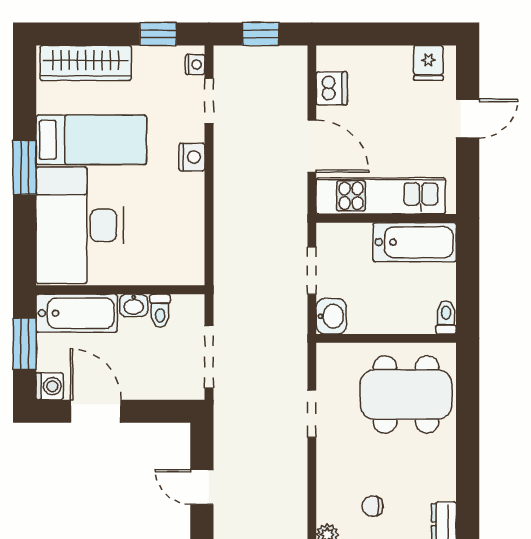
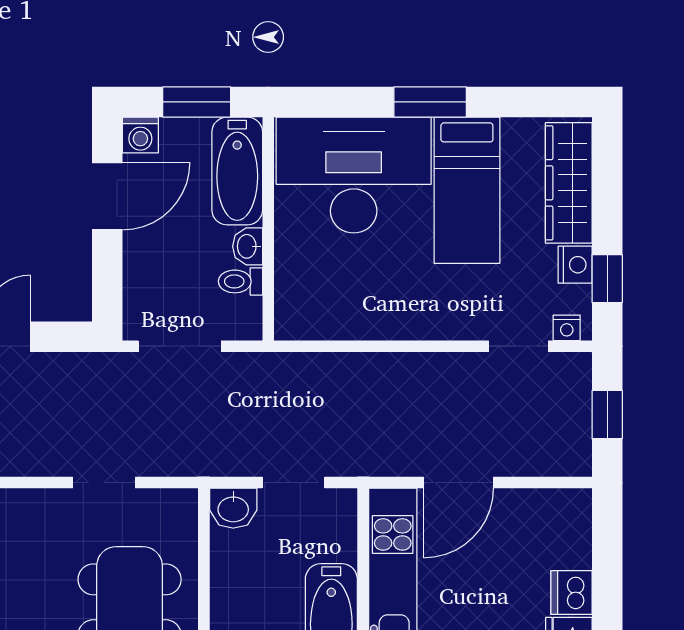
dishwasher: (332, 88) -> (572, 593), moved, turned 90
nightstand: (192, 157) -> (575, 265), moved, turned -90

